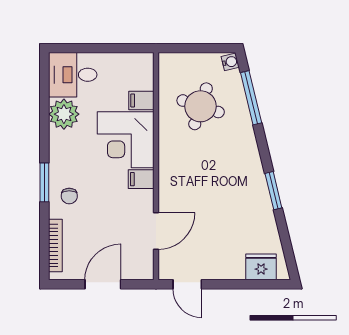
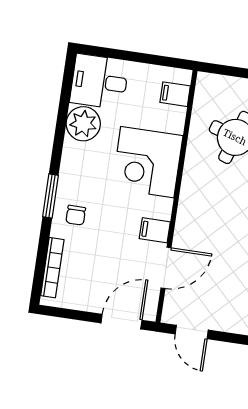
filing cabinet: (141, 100) -> (175, 94), moved
filing cabinet: (141, 179) -> (155, 230), moved
door: (103, 284) -> (121, 322), moved

